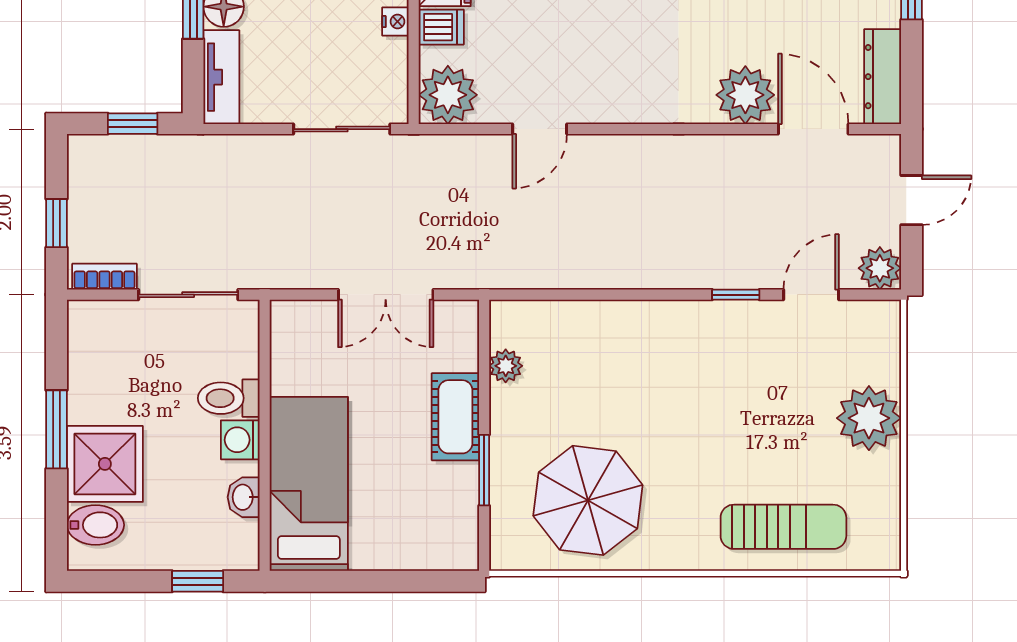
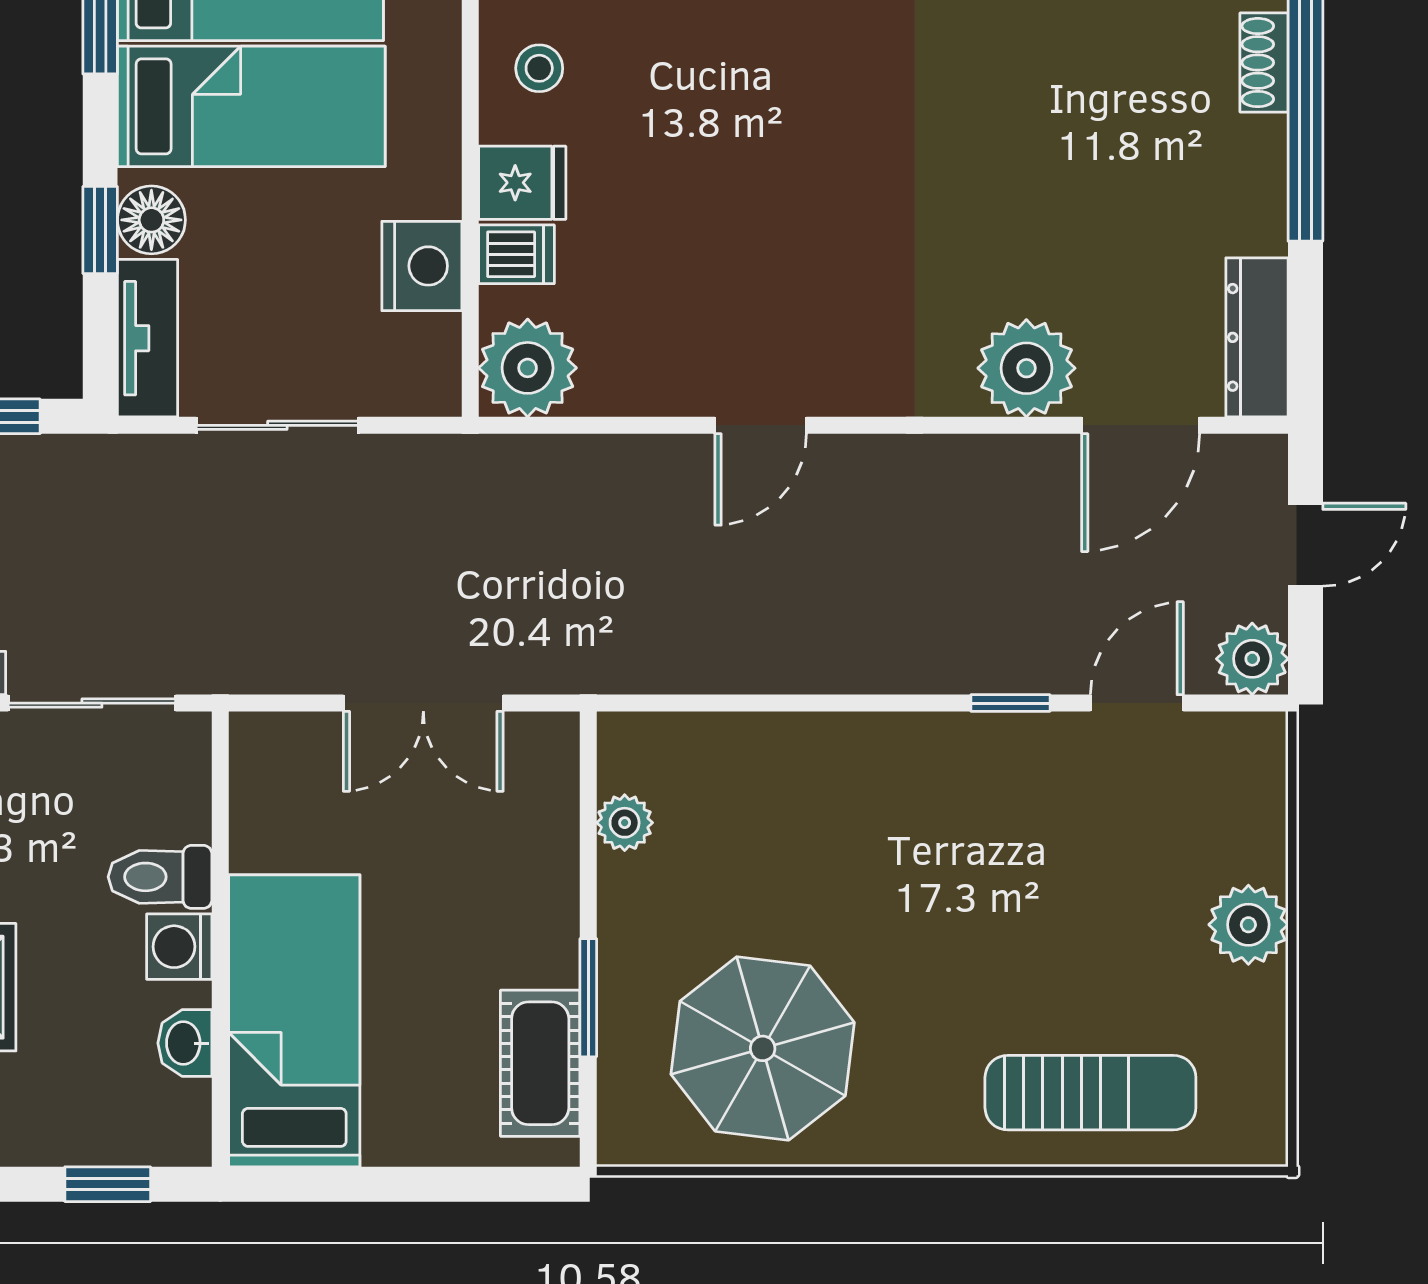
nightstand: (395, 22) -> (422, 266), width x1.89, depth x1.79
sliding door: (342, 129) -> (277, 425), moved
door: (540, 129) -> (761, 425), moved
door: (813, 129) -> (1141, 425), swing flipped
cot: (455, 417) -> (540, 1063), moved
plant: (869, 418) -> (1248, 925), width x0.73, depth x0.73

